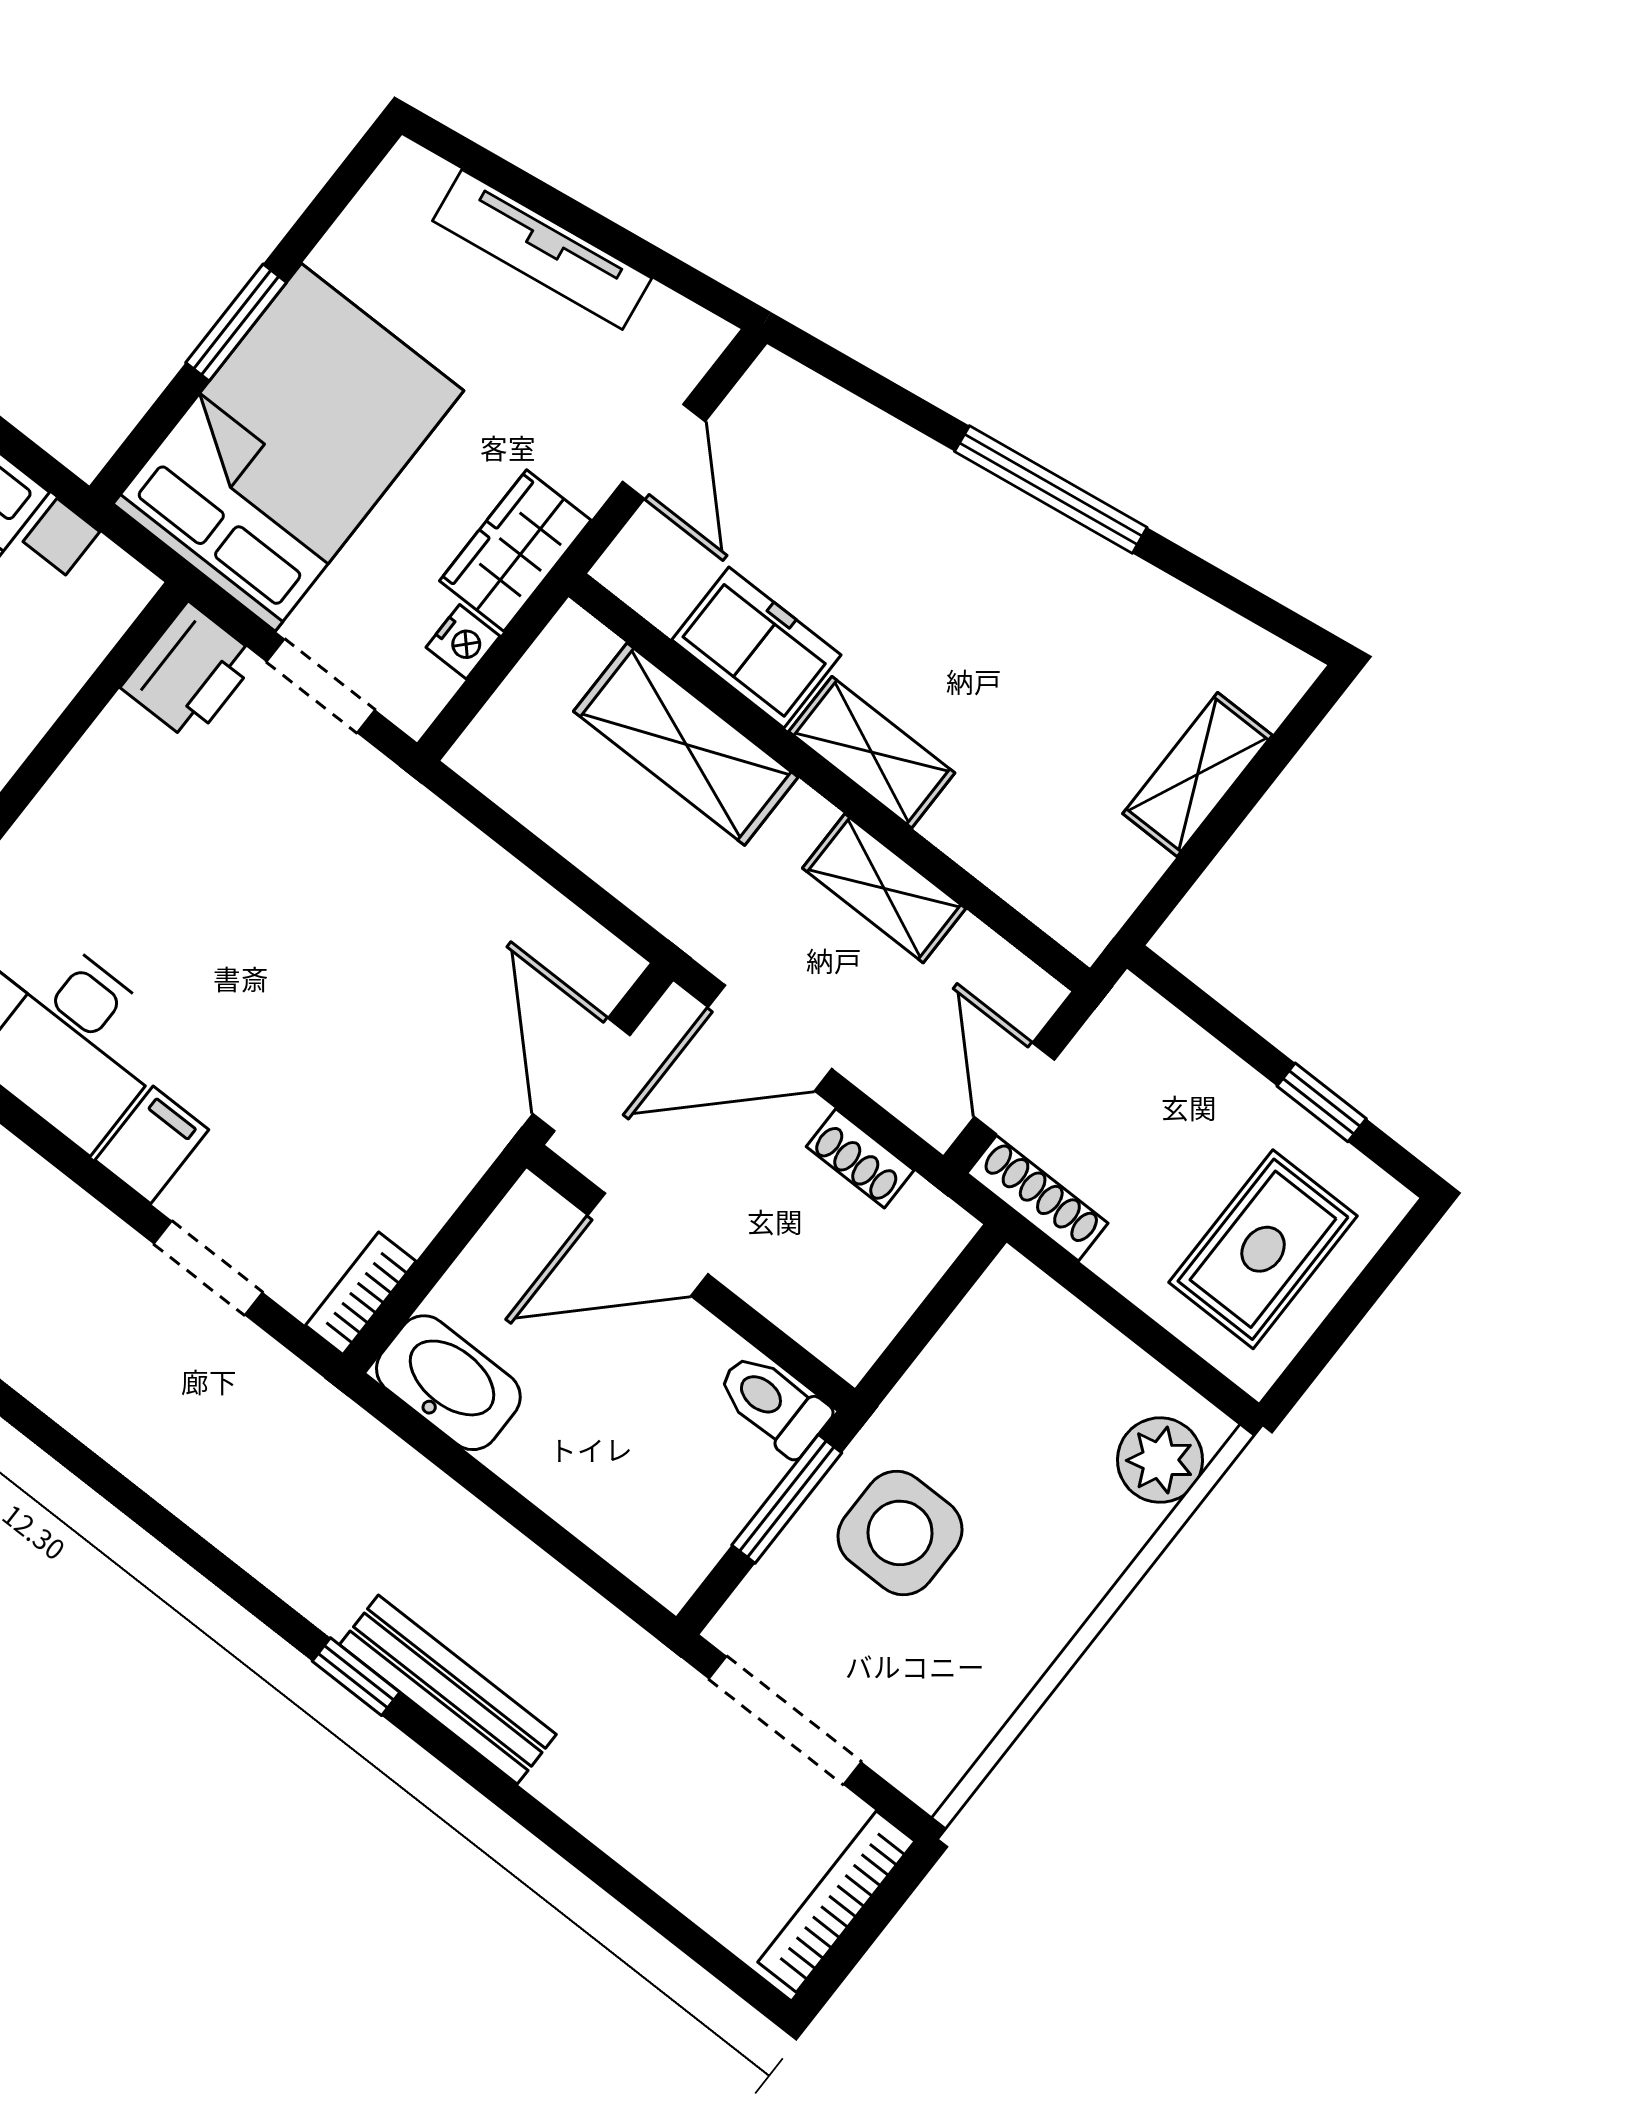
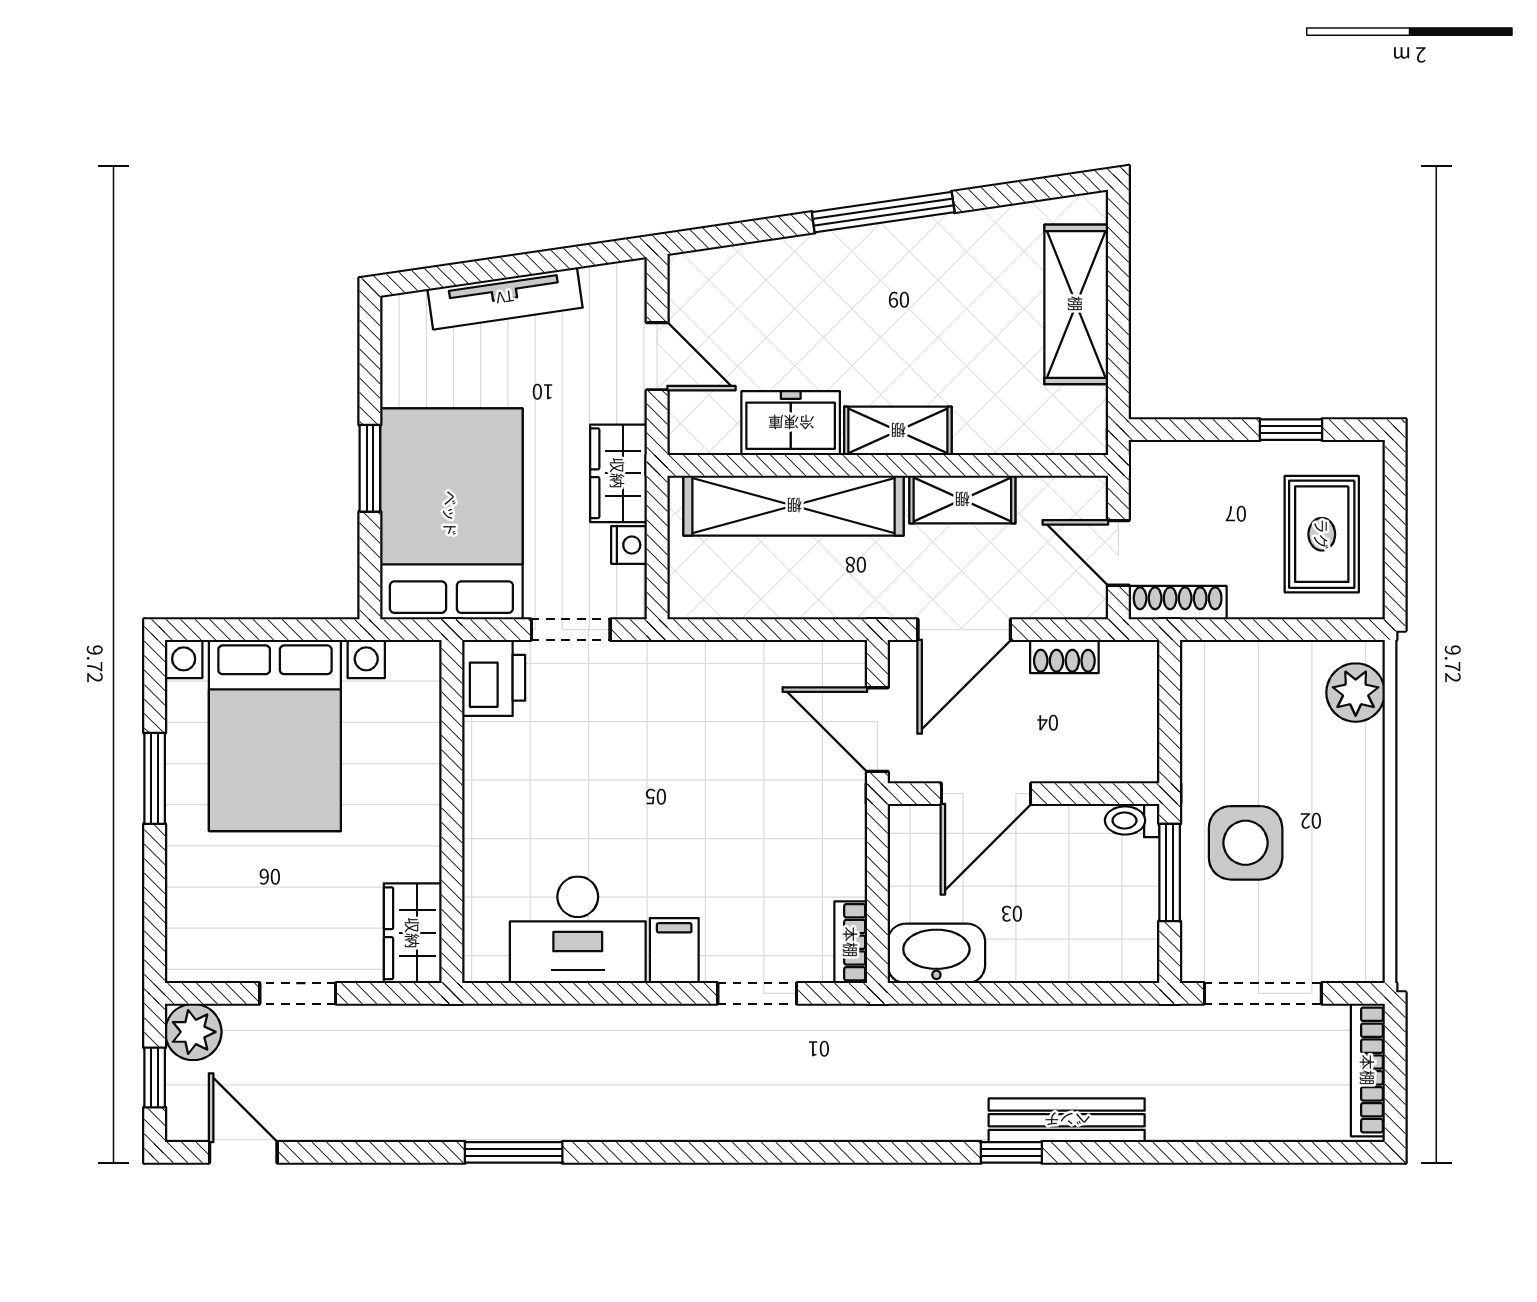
shelving: (686, 744) -> (794, 506), width x1.47
shelving: (1197, 774) -> (1076, 304), width x1.50, depth x1.33
toilet: (773, 1404) -> (1132, 820), width x0.73, depth x0.72

